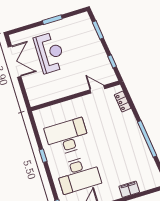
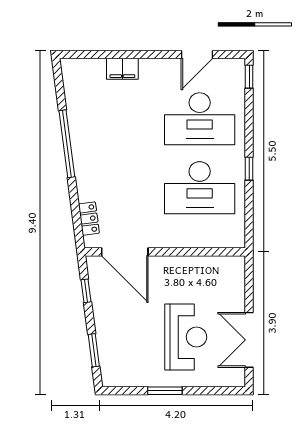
reception desk: (50, 53) -> (186, 337), turned 180
door: (97, 89) -> (125, 252), width x1.88
desk: (78, 175) -> (200, 119), turned 180

